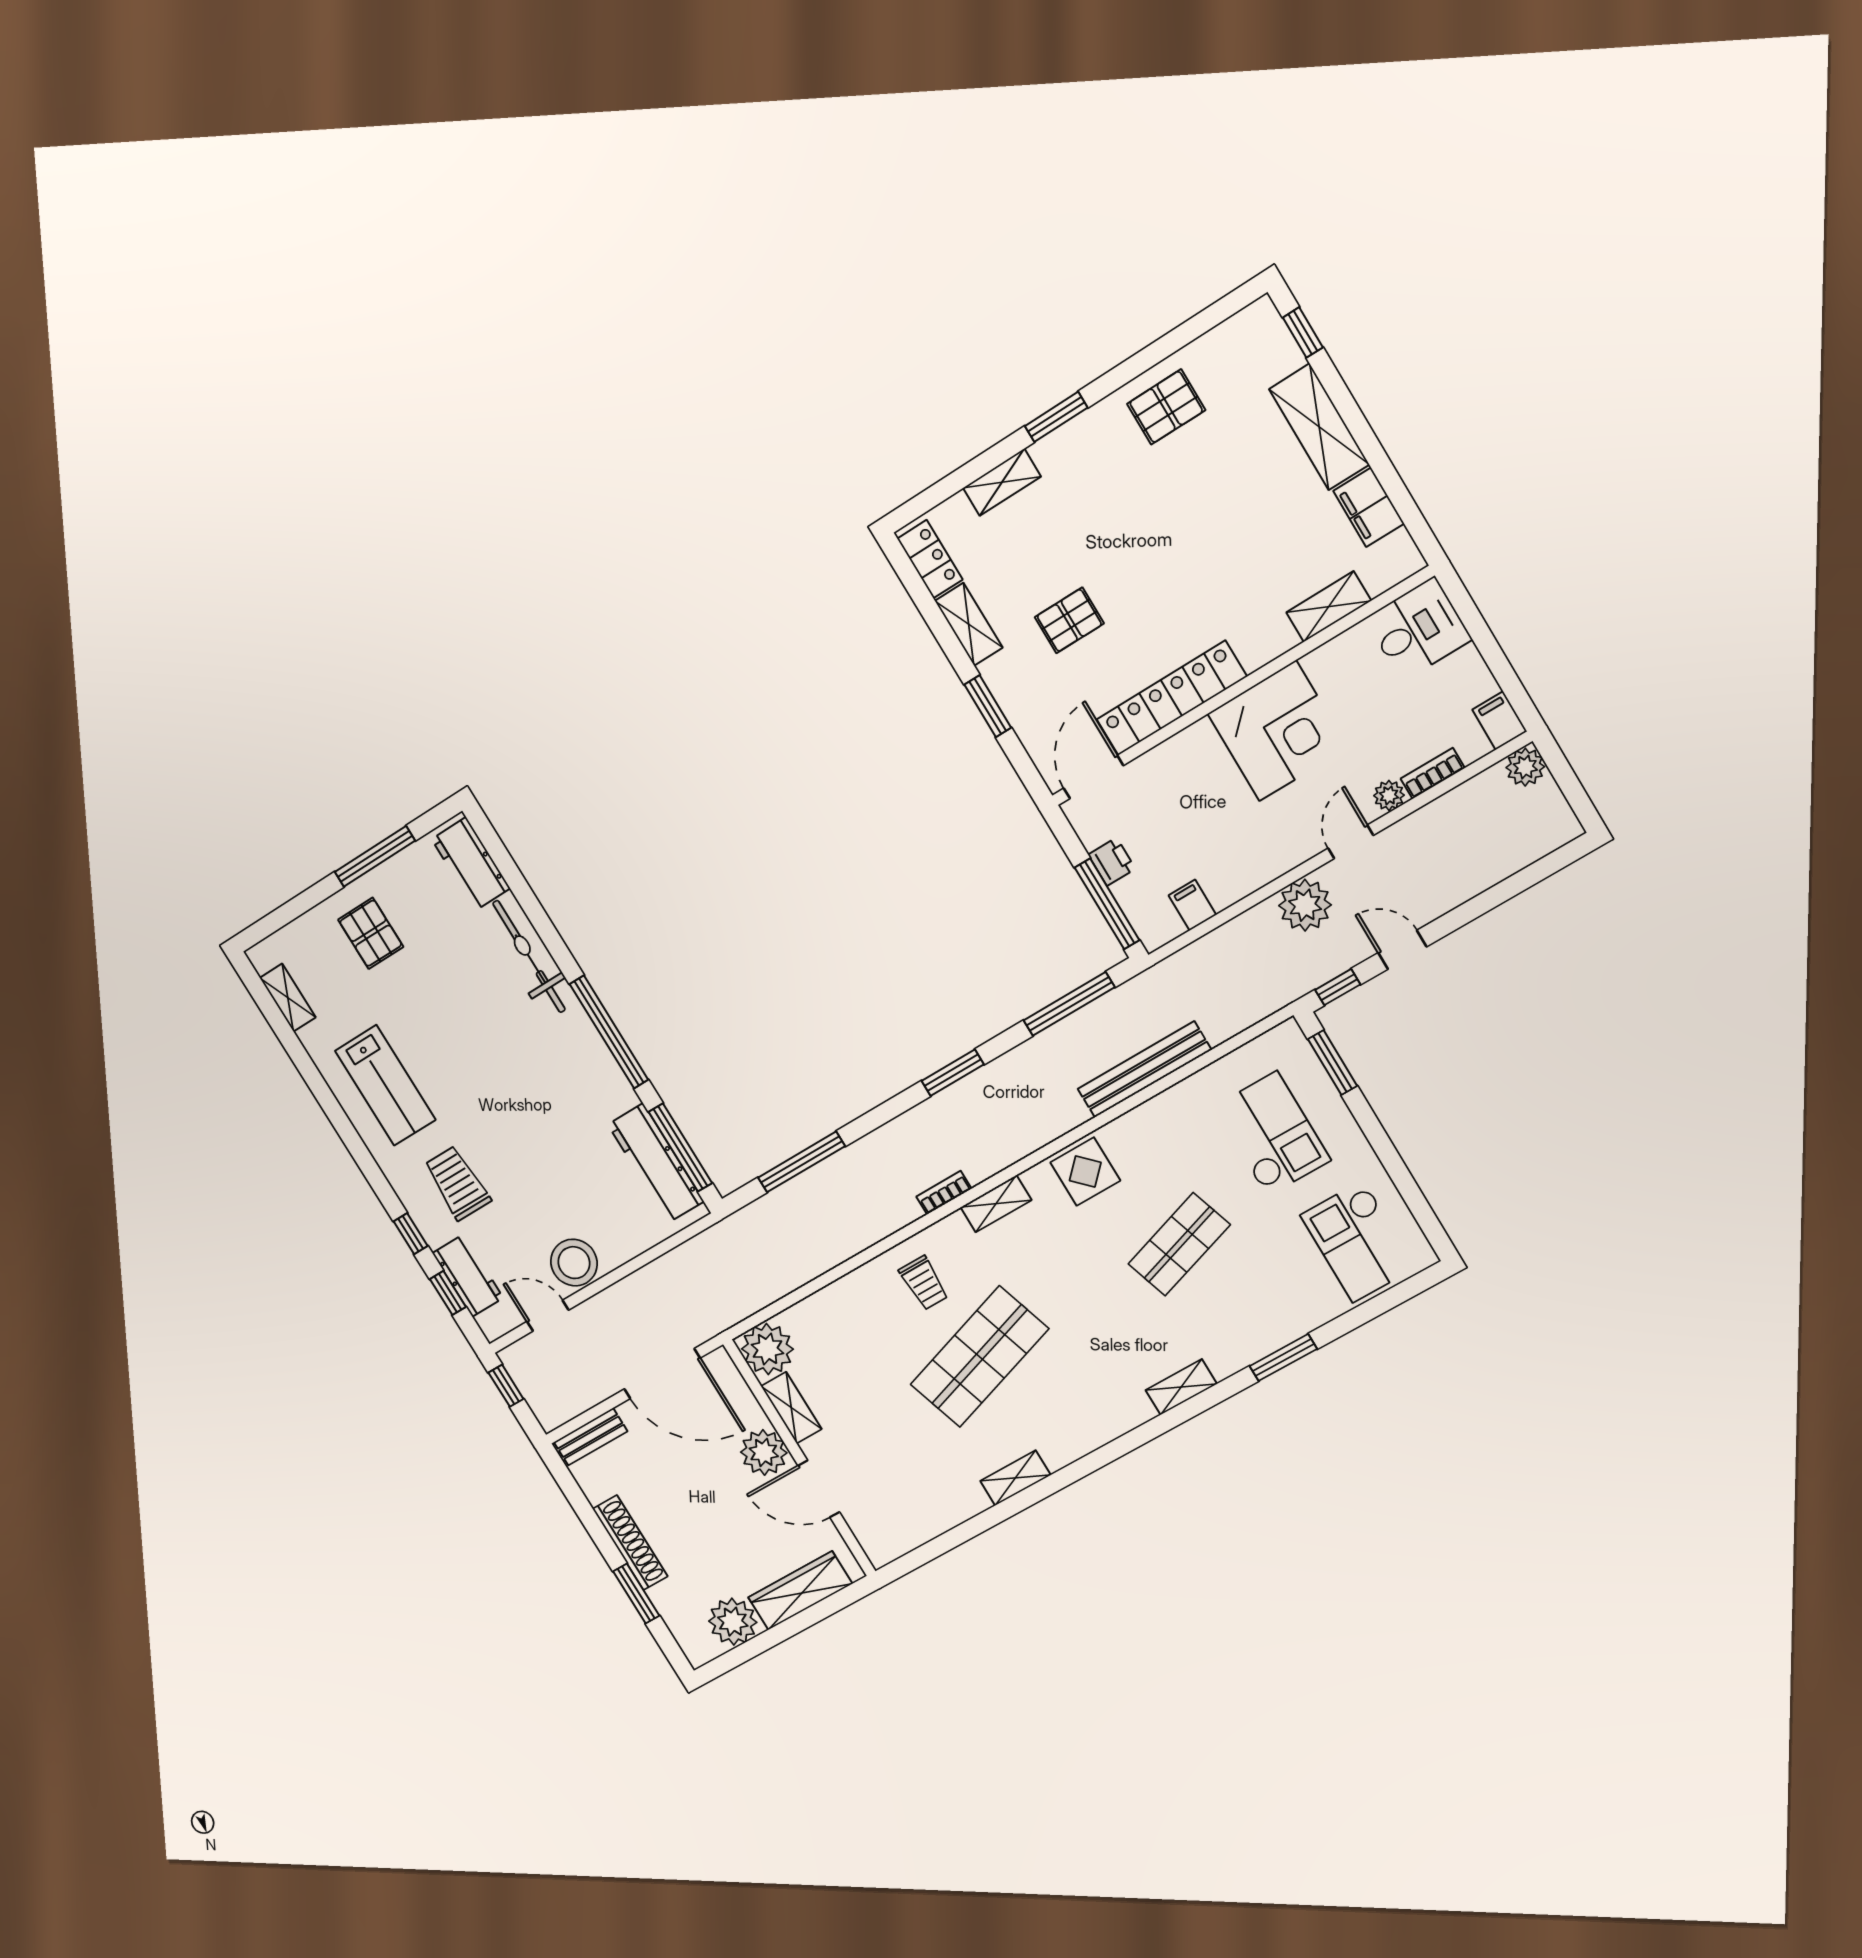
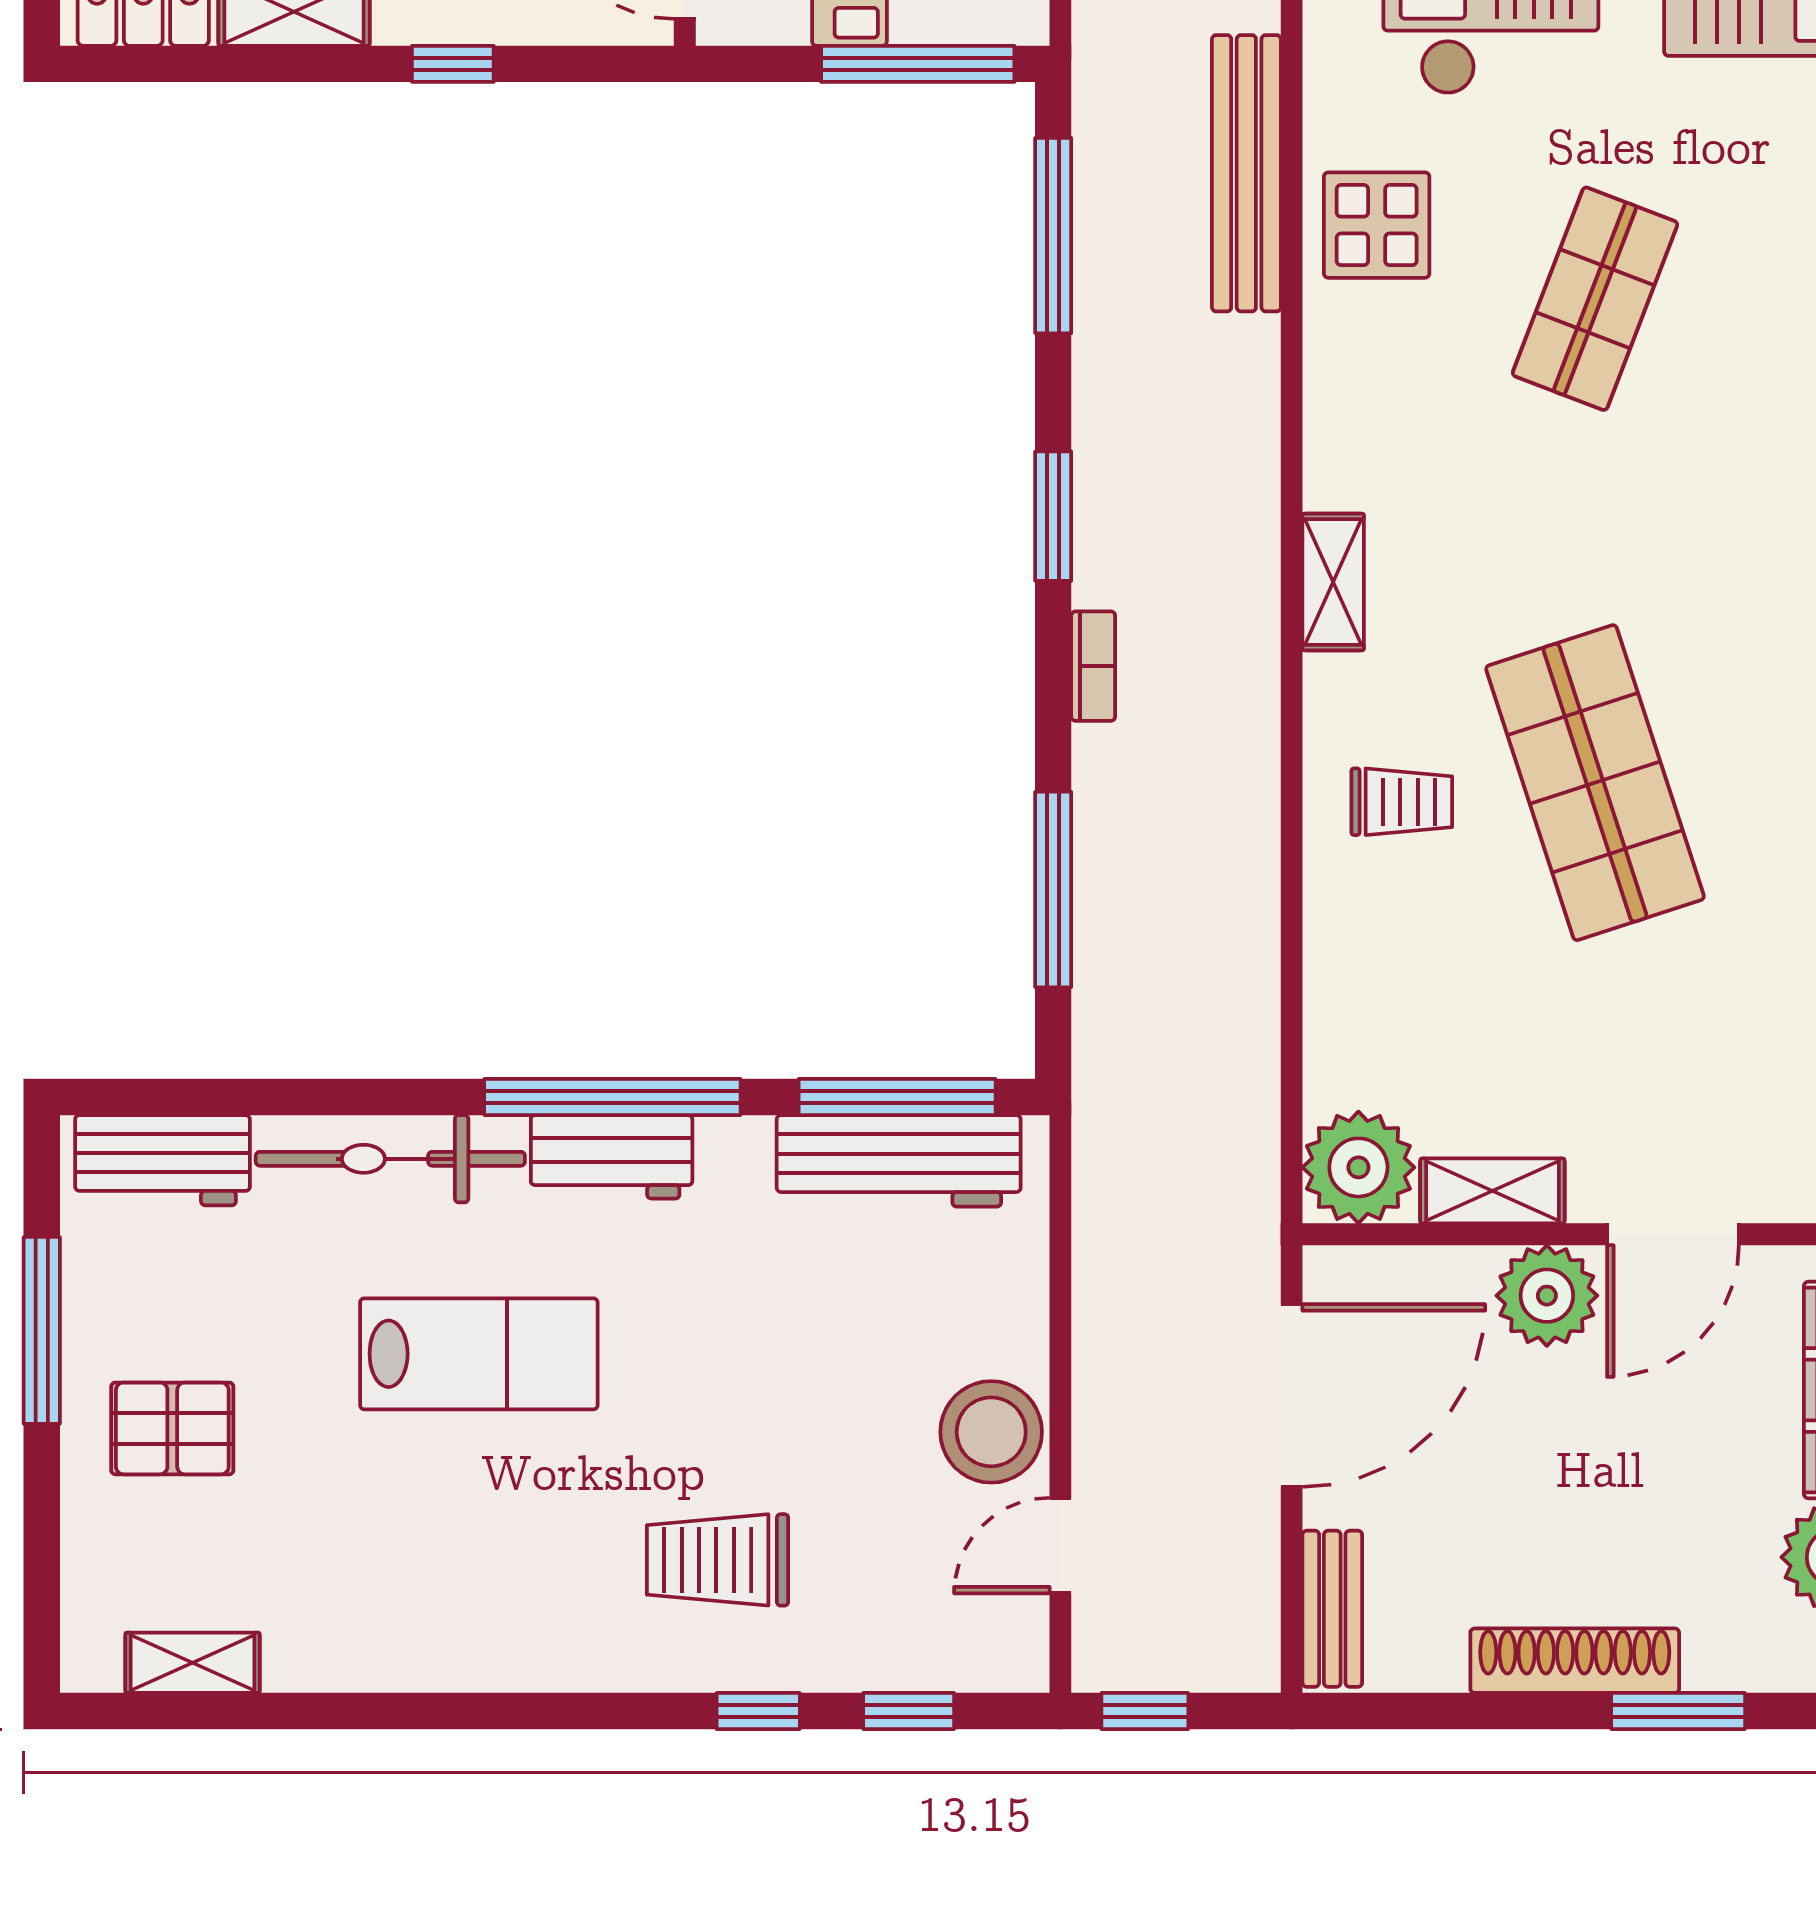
window: (988, 706) -> (453, 64), width x0.67
lab bench: (385, 1085) -> (479, 1354), moved
display table: (1085, 1171) -> (1377, 225), moved
bookcase: (944, 1193) -> (1093, 666), moved, turned 180
shop shelf: (1179, 1244) -> (1595, 299), turned 39
workbench: (468, 1276) -> (612, 1157), moved, turned 180

